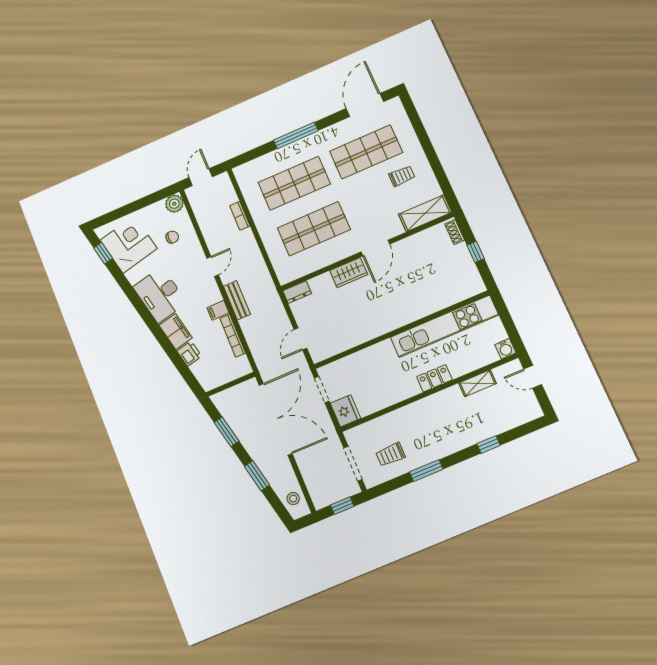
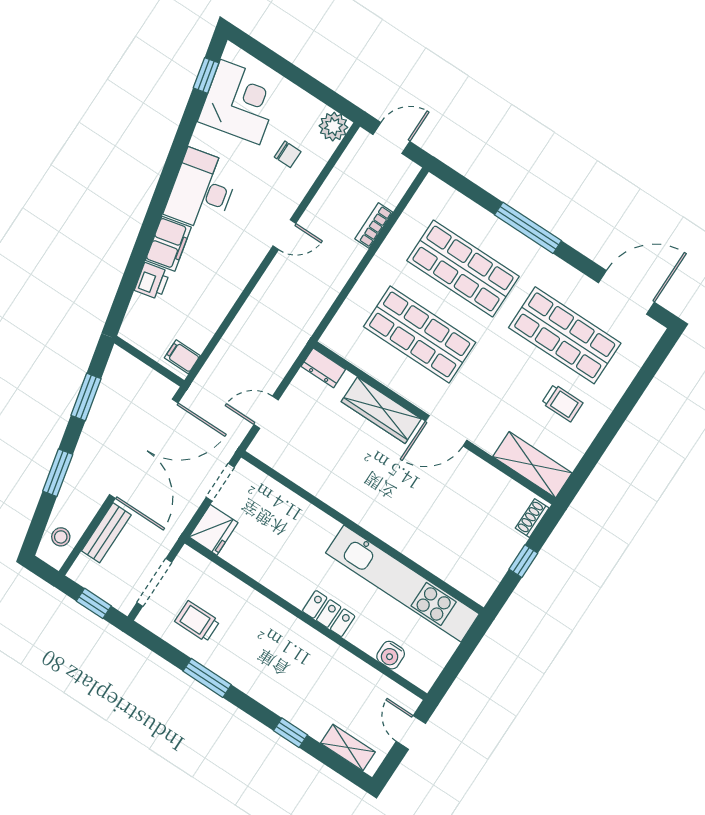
wardrobe: (349, 273) -> (381, 410), width x1.50
bench: (237, 300) -> (106, 533), moved
filing cabinet: (218, 310) -> (182, 357), moved
bookcase: (233, 336) -> (212, 322), removed
water cooler: (505, 349) -> (391, 655), moved
shelving: (478, 383) -> (348, 748), moved

